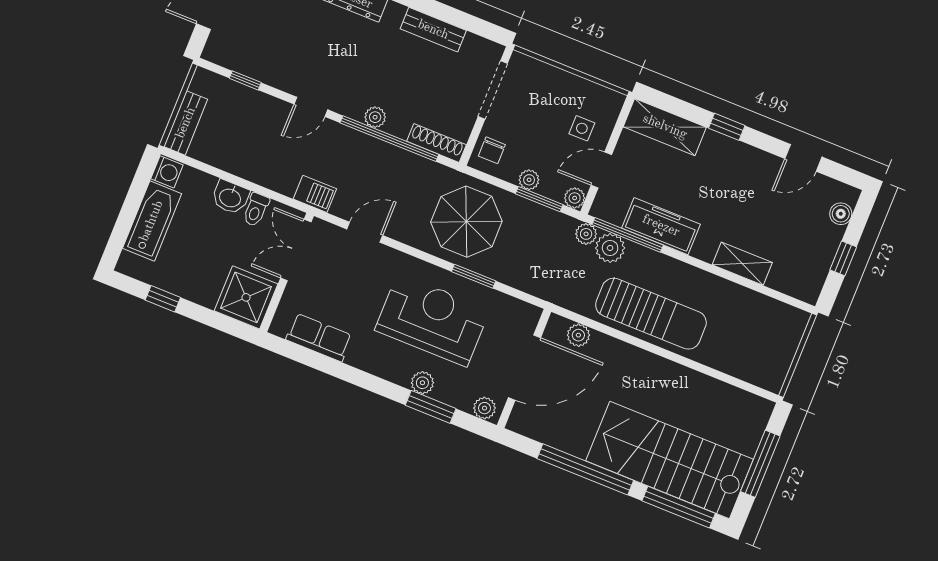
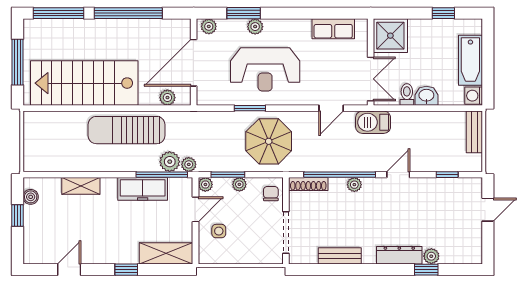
barbecue: (315, 194) -> (373, 122), width x1.38, depth x1.27
boiler: (841, 214) -> (31, 197), moved
stairs: (670, 460) -> (84, 83), moved, turned 180

